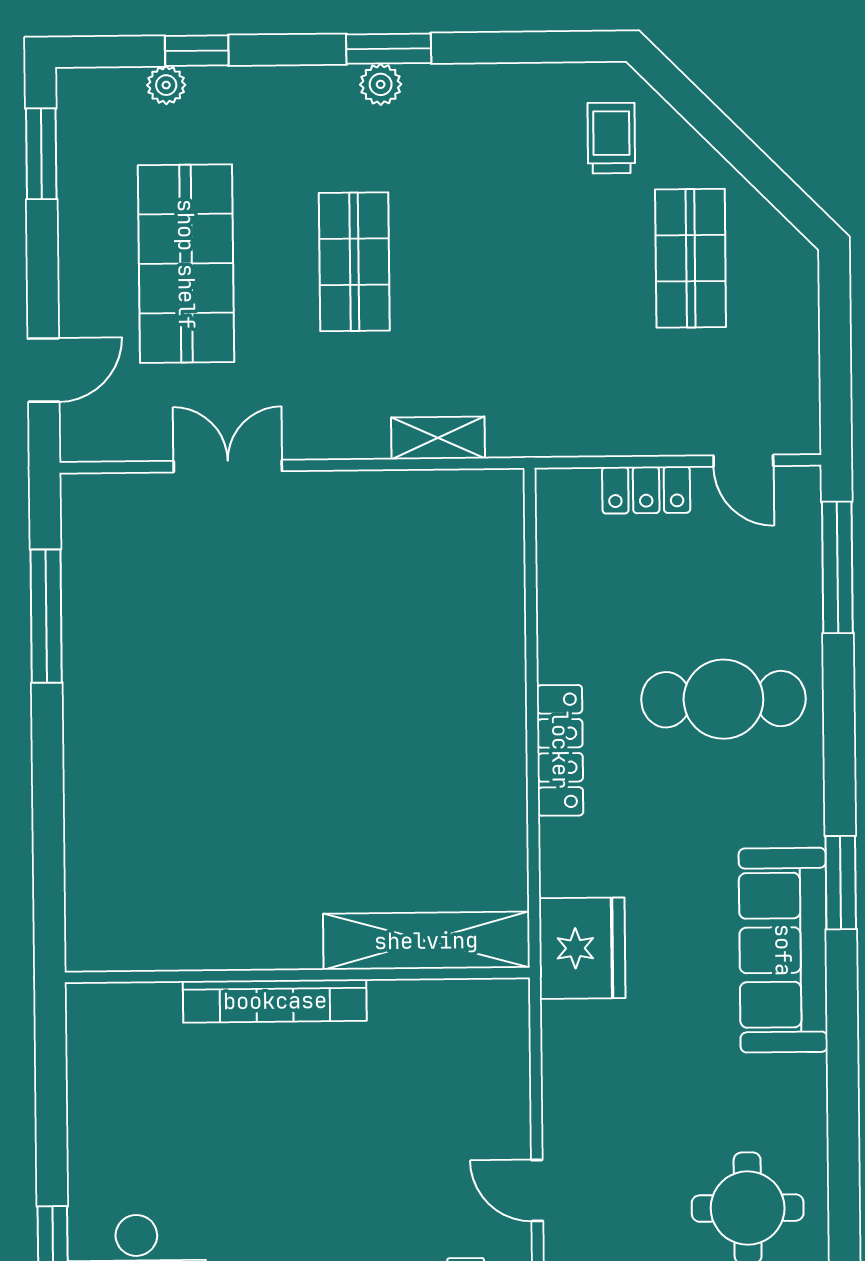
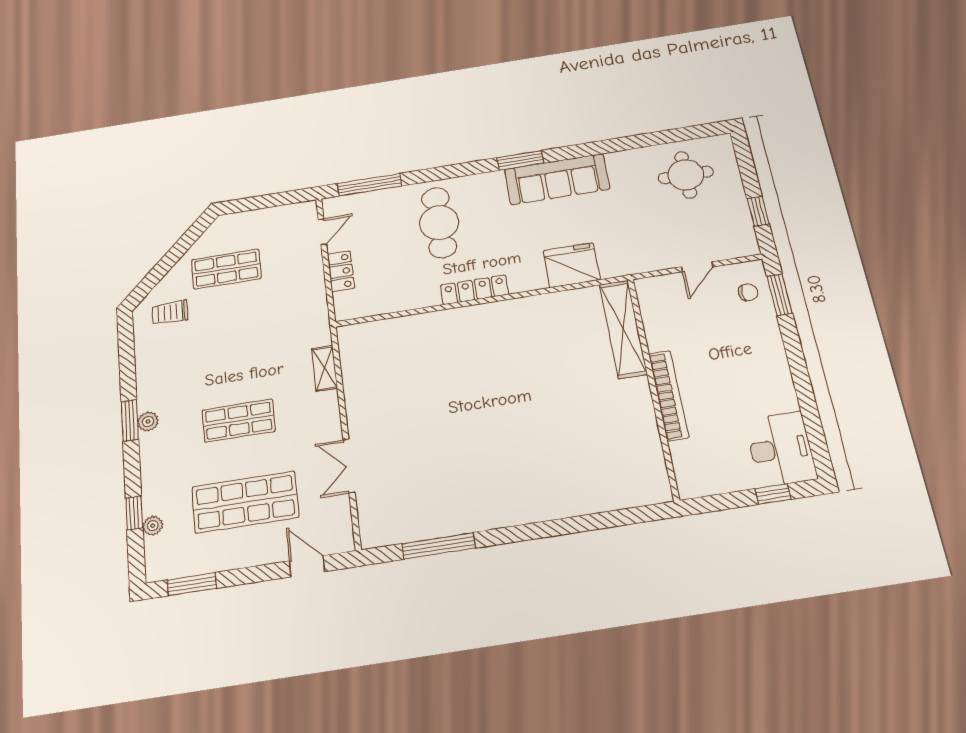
shelving: (426, 941) -> (623, 329), moved
wall: (297, 975) -> (653, 387), moved
bookcase: (275, 1001) -> (668, 395), moved

